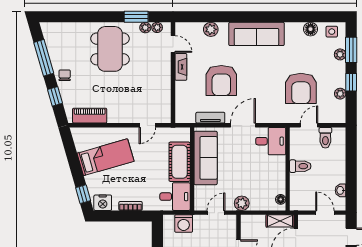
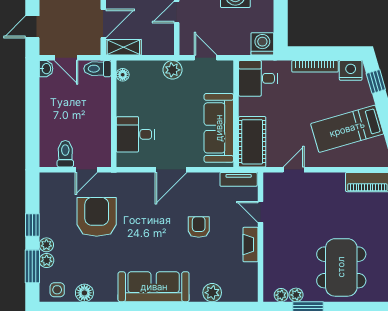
door: (173, 44) -> (261, 212), moved
armchair: (221, 81) -> (199, 227), width x0.53, depth x0.53
plant: (340, 94) -> (46, 245), moved
tv unit: (210, 118) -> (239, 179), moved
desk: (271, 141) -> (135, 134), moved
cot: (180, 162) -> (252, 142), moved
toilet: (300, 166) -> (98, 69), moved
washbasin: (340, 190) -> (46, 69), moved
bookcase: (131, 206) -> (315, 66), width x1.56
door: (216, 213) -> (206, 58), swing flipped
washing machine: (184, 223) -> (262, 44), moved

